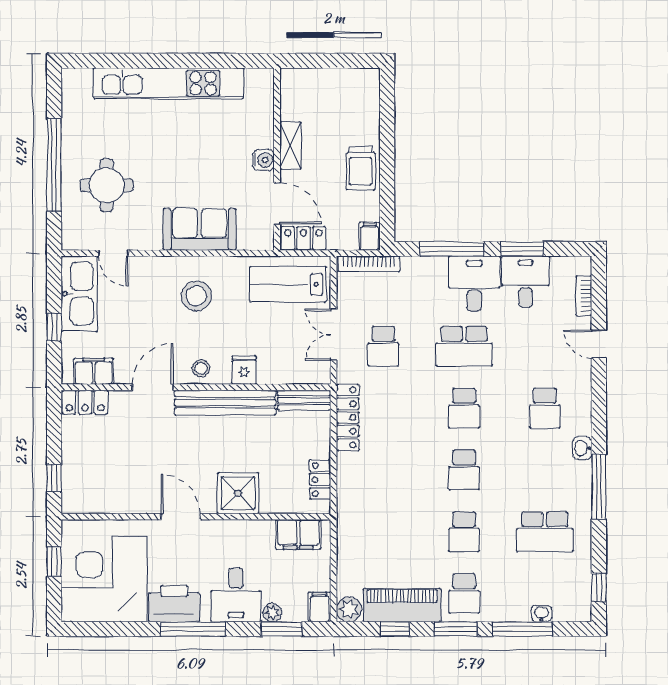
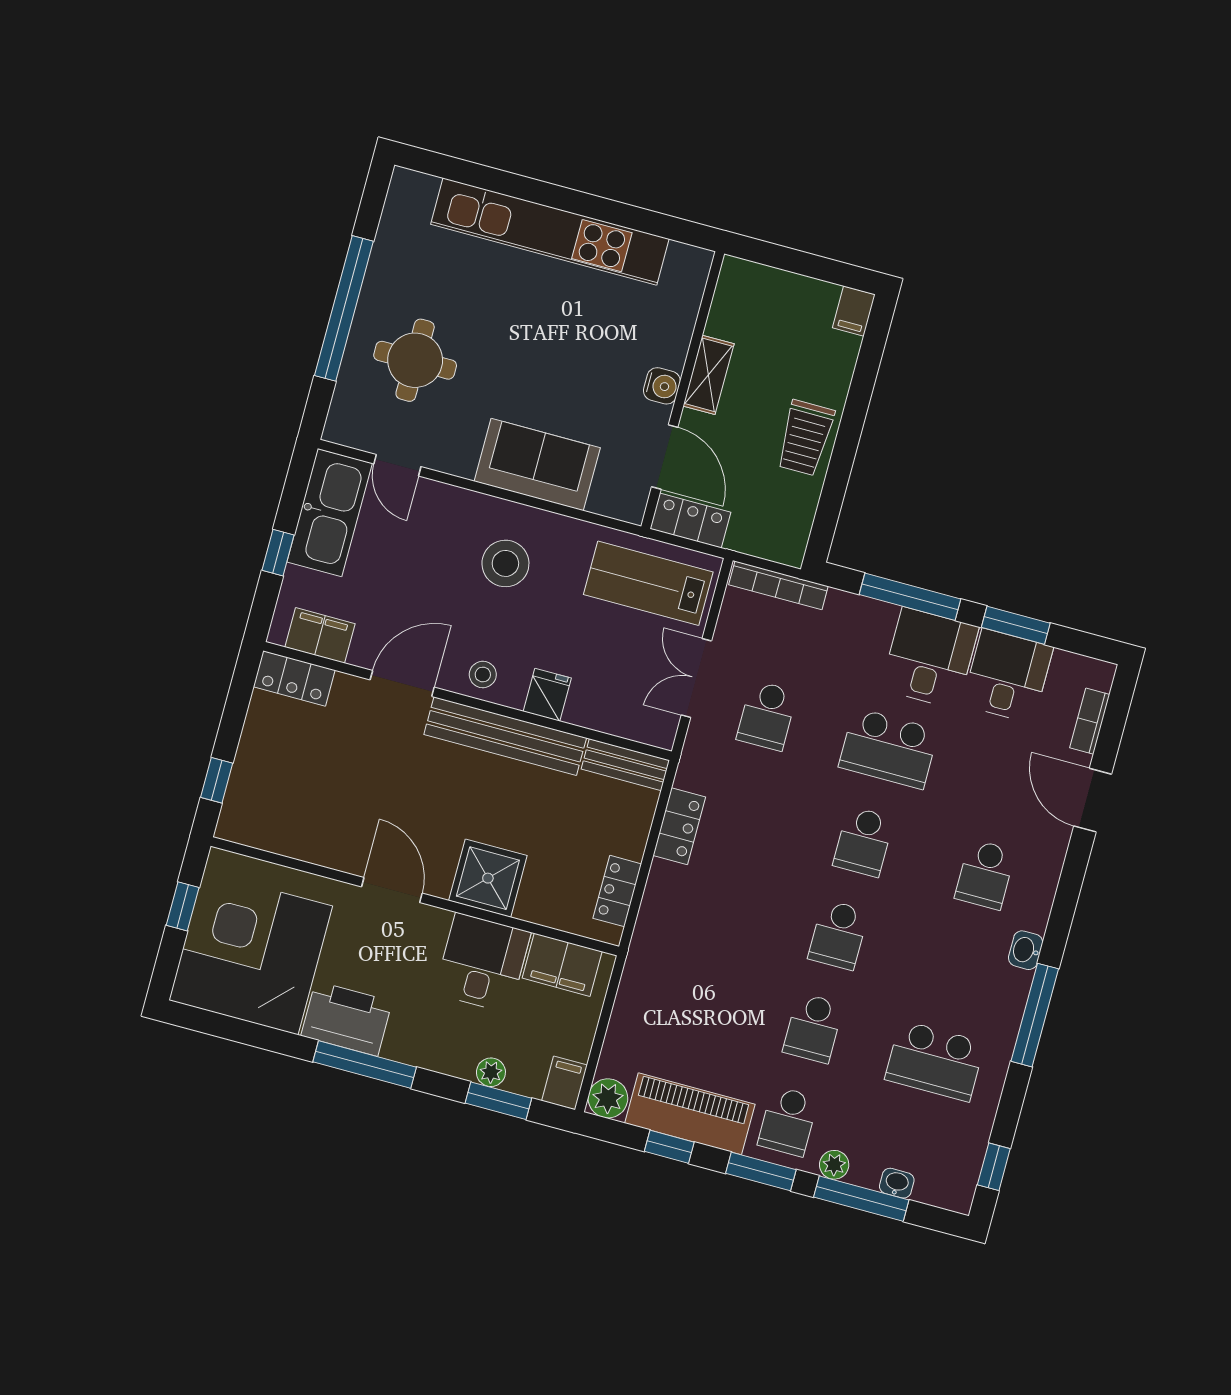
filing cabinet: (370, 236) -> (854, 311), moved, turned 180
door: (599, 344) -> (1093, 800), width x1.38
locker: (348, 417) -> (679, 826), width x0.66
desk: (236, 595) -> (483, 963), moved, turned 180
plant: (500, 613) -> (834, 1165), added

